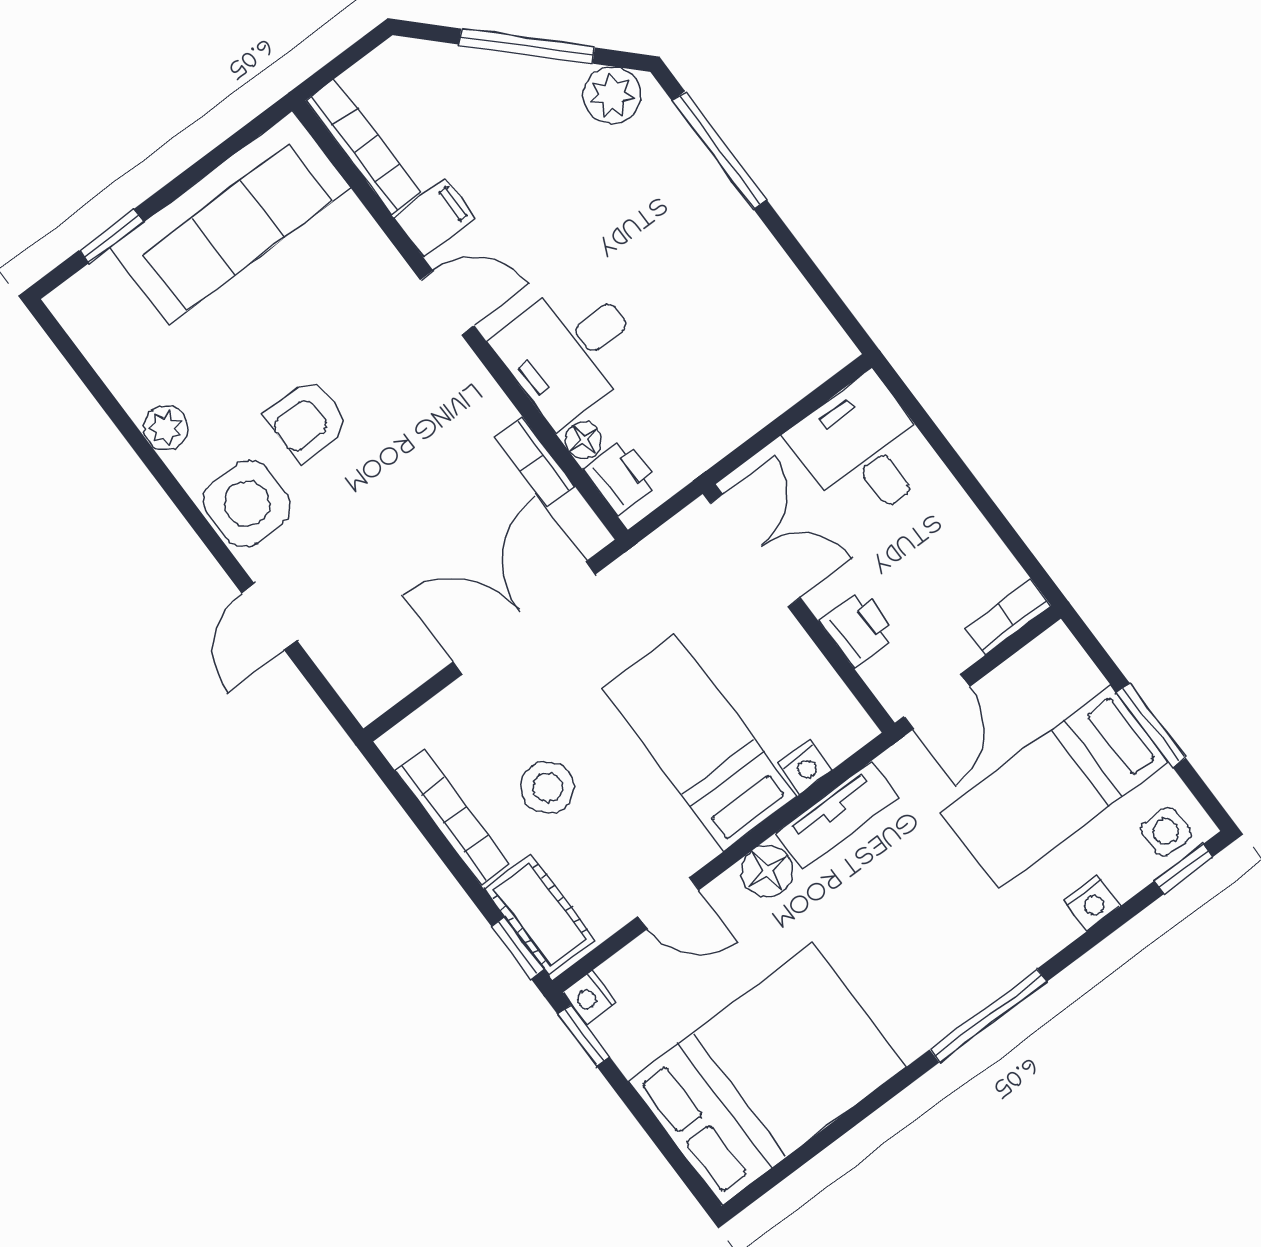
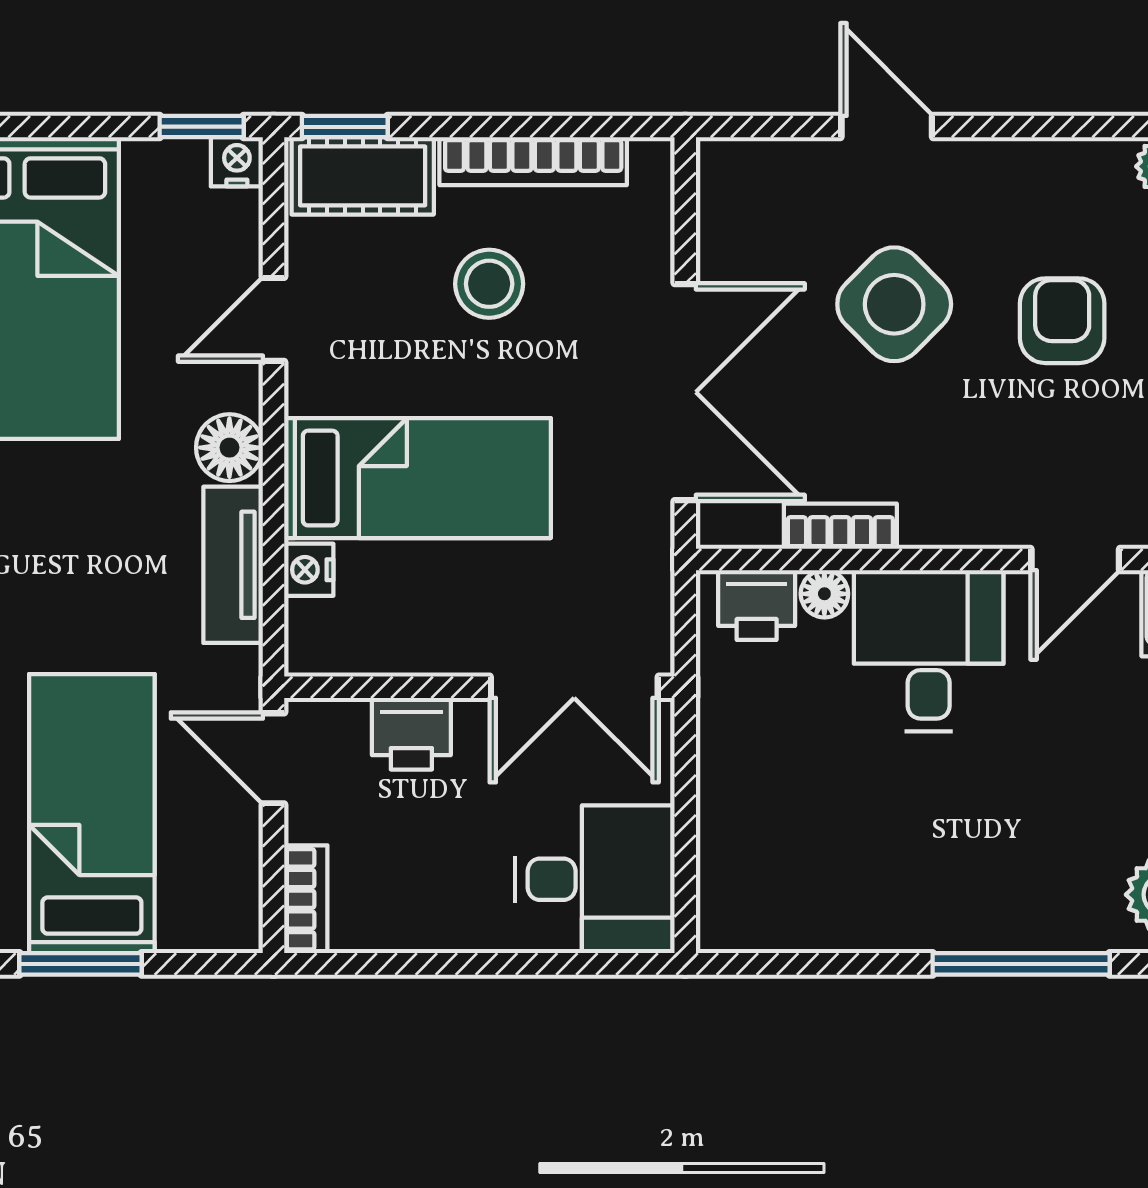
side table: (247, 503) -> (894, 304), moved, turned 45

